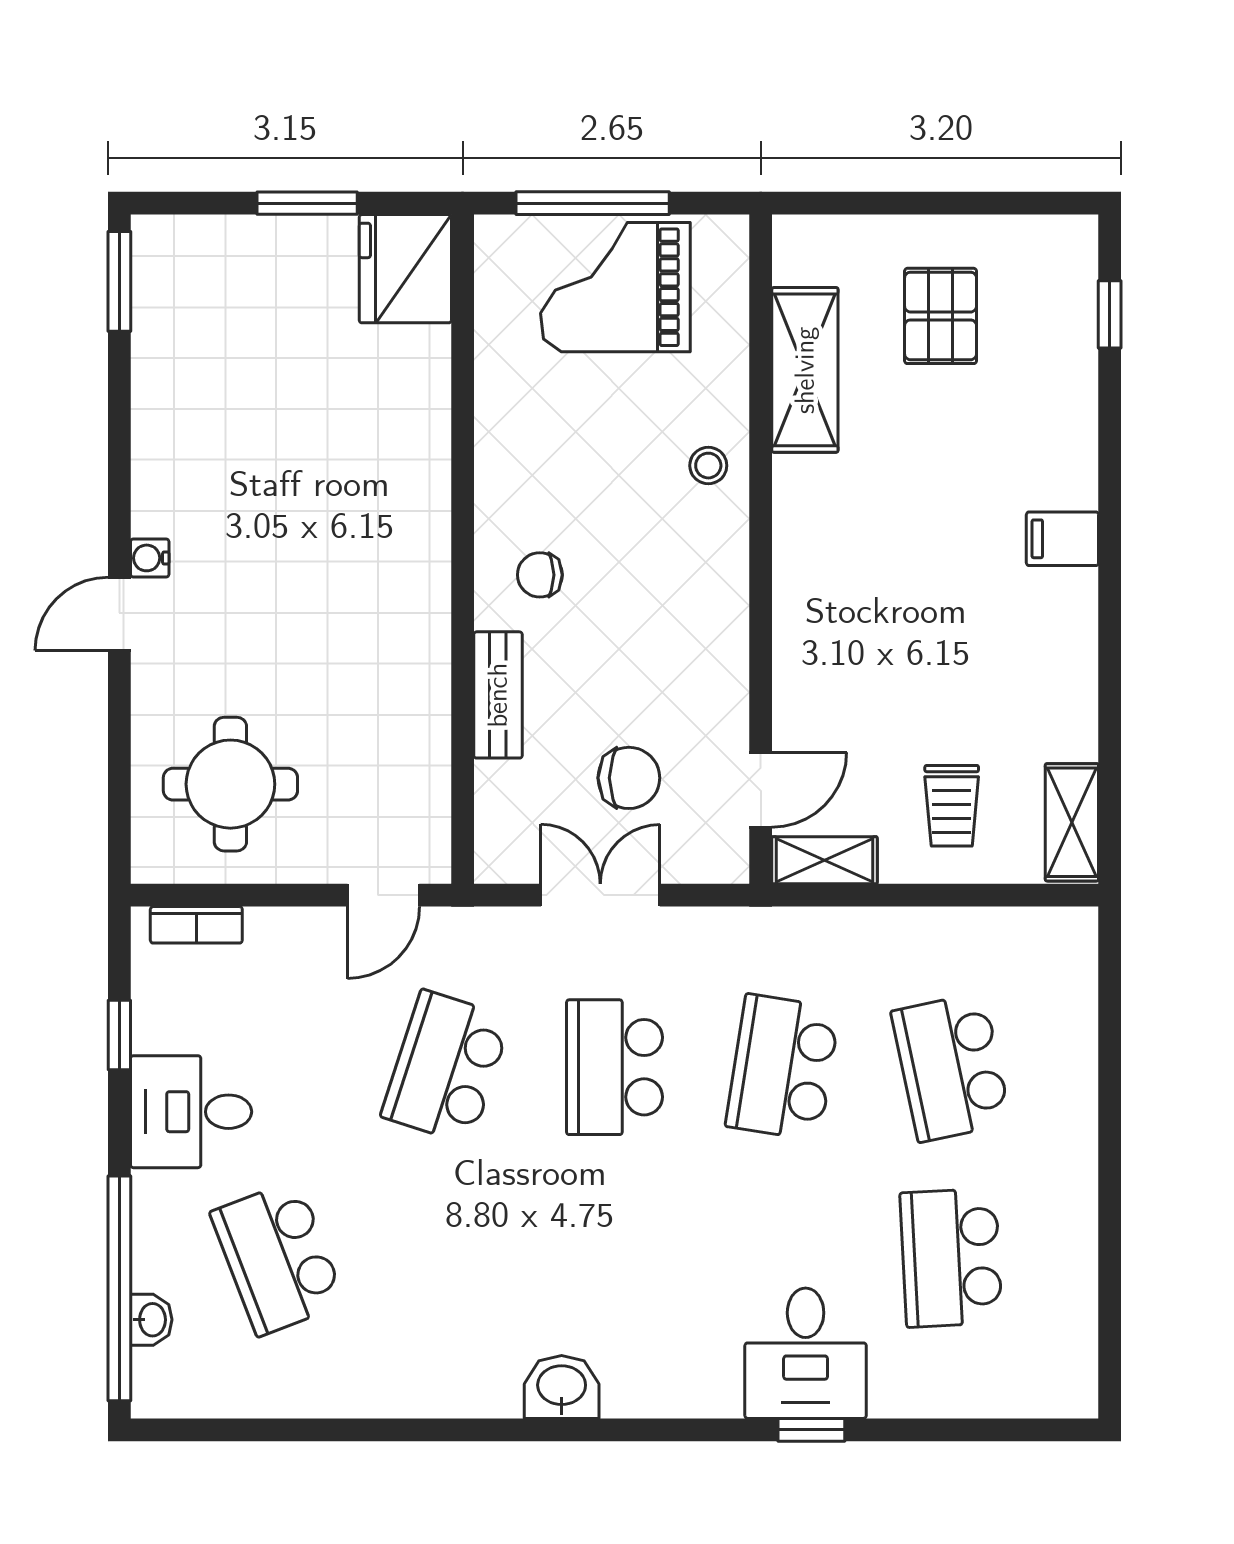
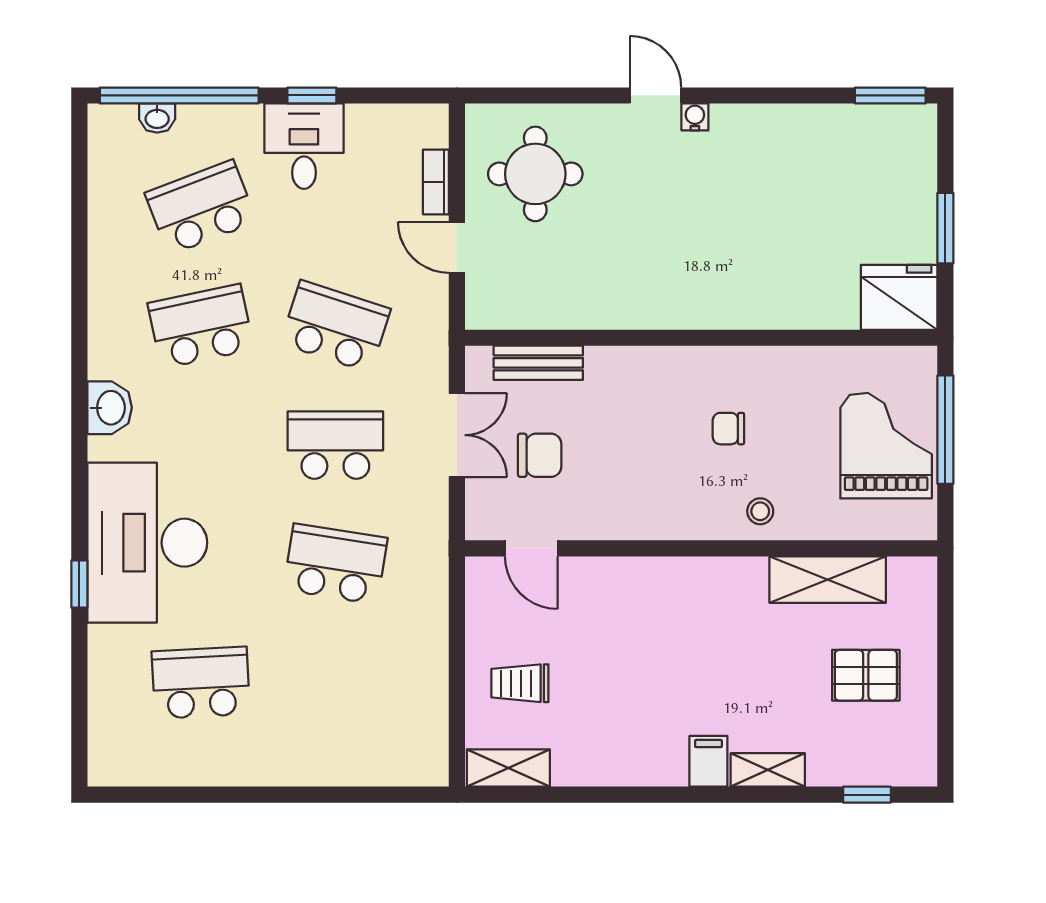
chair: (540, 575) -> (728, 429), moved, turned -90
bench: (498, 695) -> (538, 363), moved
chair: (629, 778) -> (540, 455), turned -90
shelving: (825, 860) -> (768, 770), moved, turned 90
door: (383, 895) -> (457, 247), moved
bookcase: (196, 925) -> (436, 182), moved
window: (119, 1035) -> (312, 95), moved
school desk: (951, 1067) -> (201, 326), moved
desk: (806, 1353) -> (147, 543), width x1.87, depth x1.30

